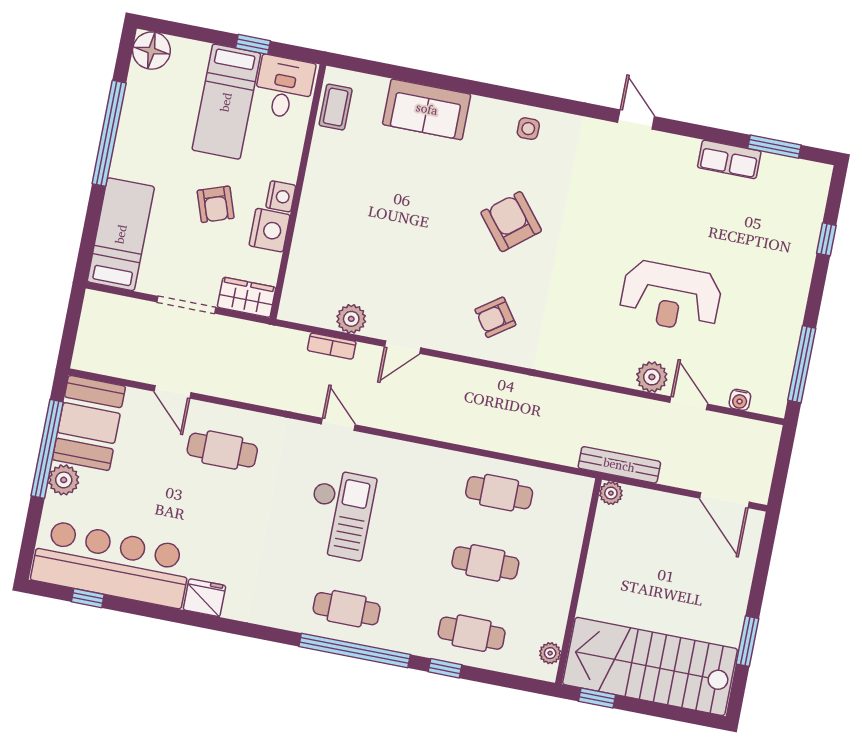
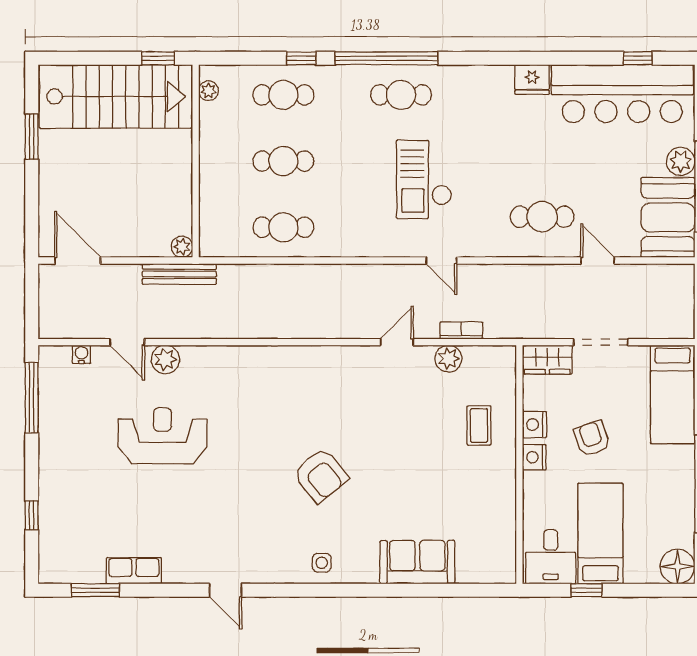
coffee table: (336, 107) -> (479, 426), moved
nightstand: (269, 230) -> (535, 425), width x0.74, depth x0.75
armchair: (495, 317) -> (318, 386), removed

